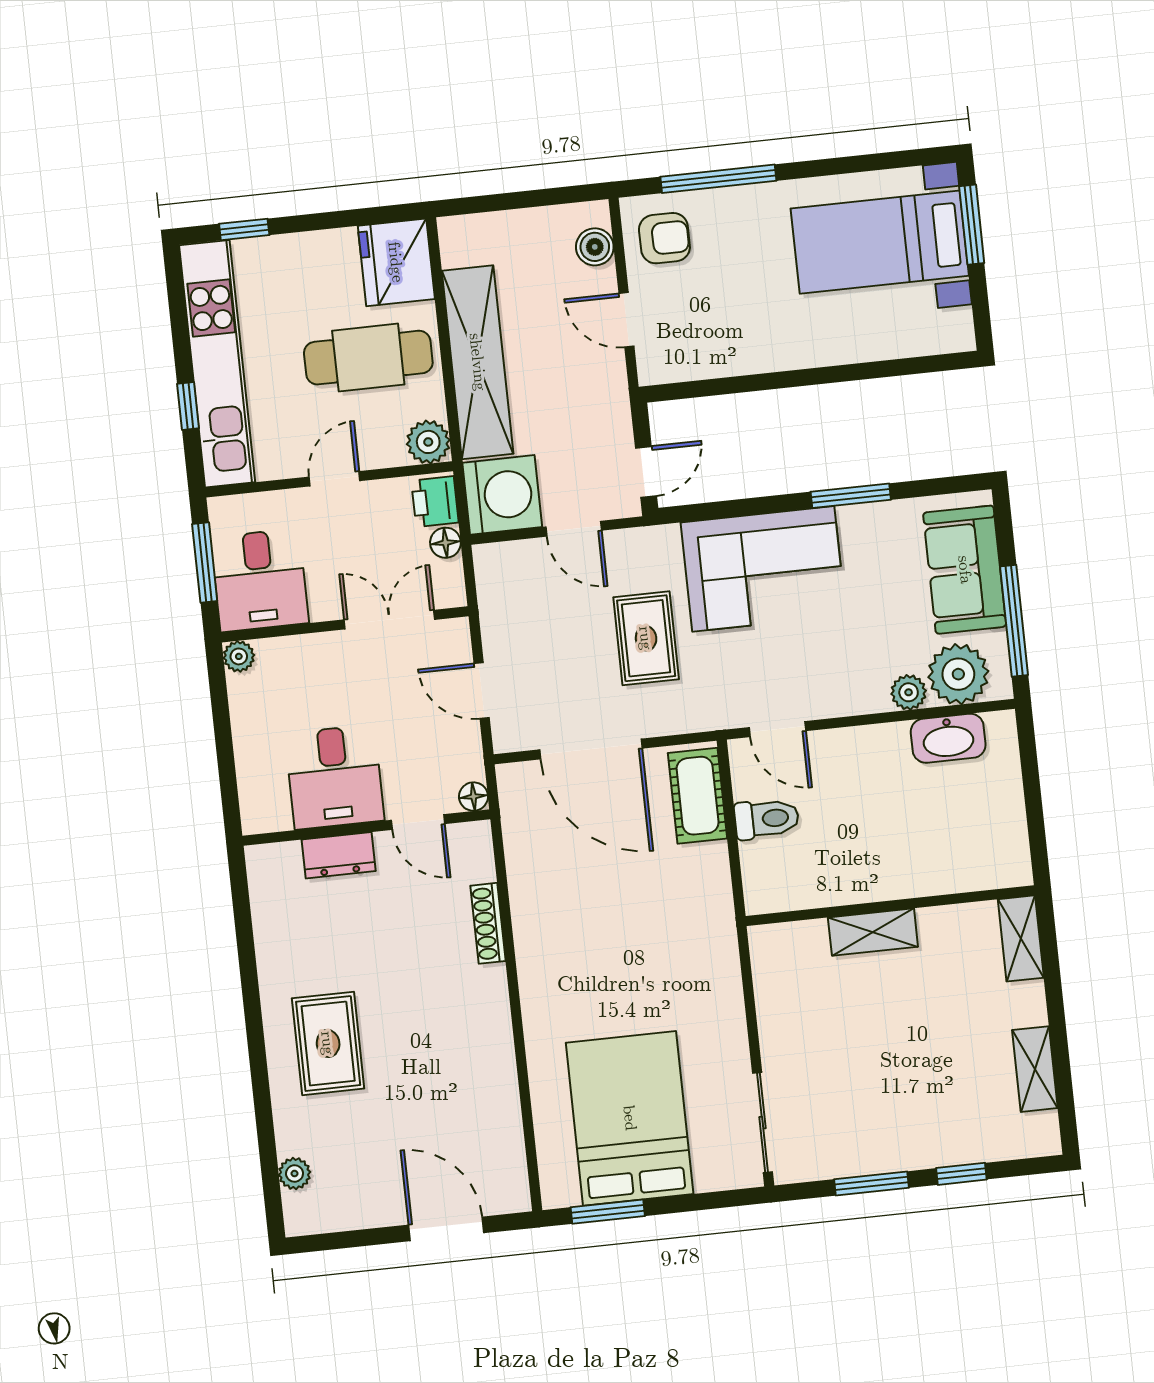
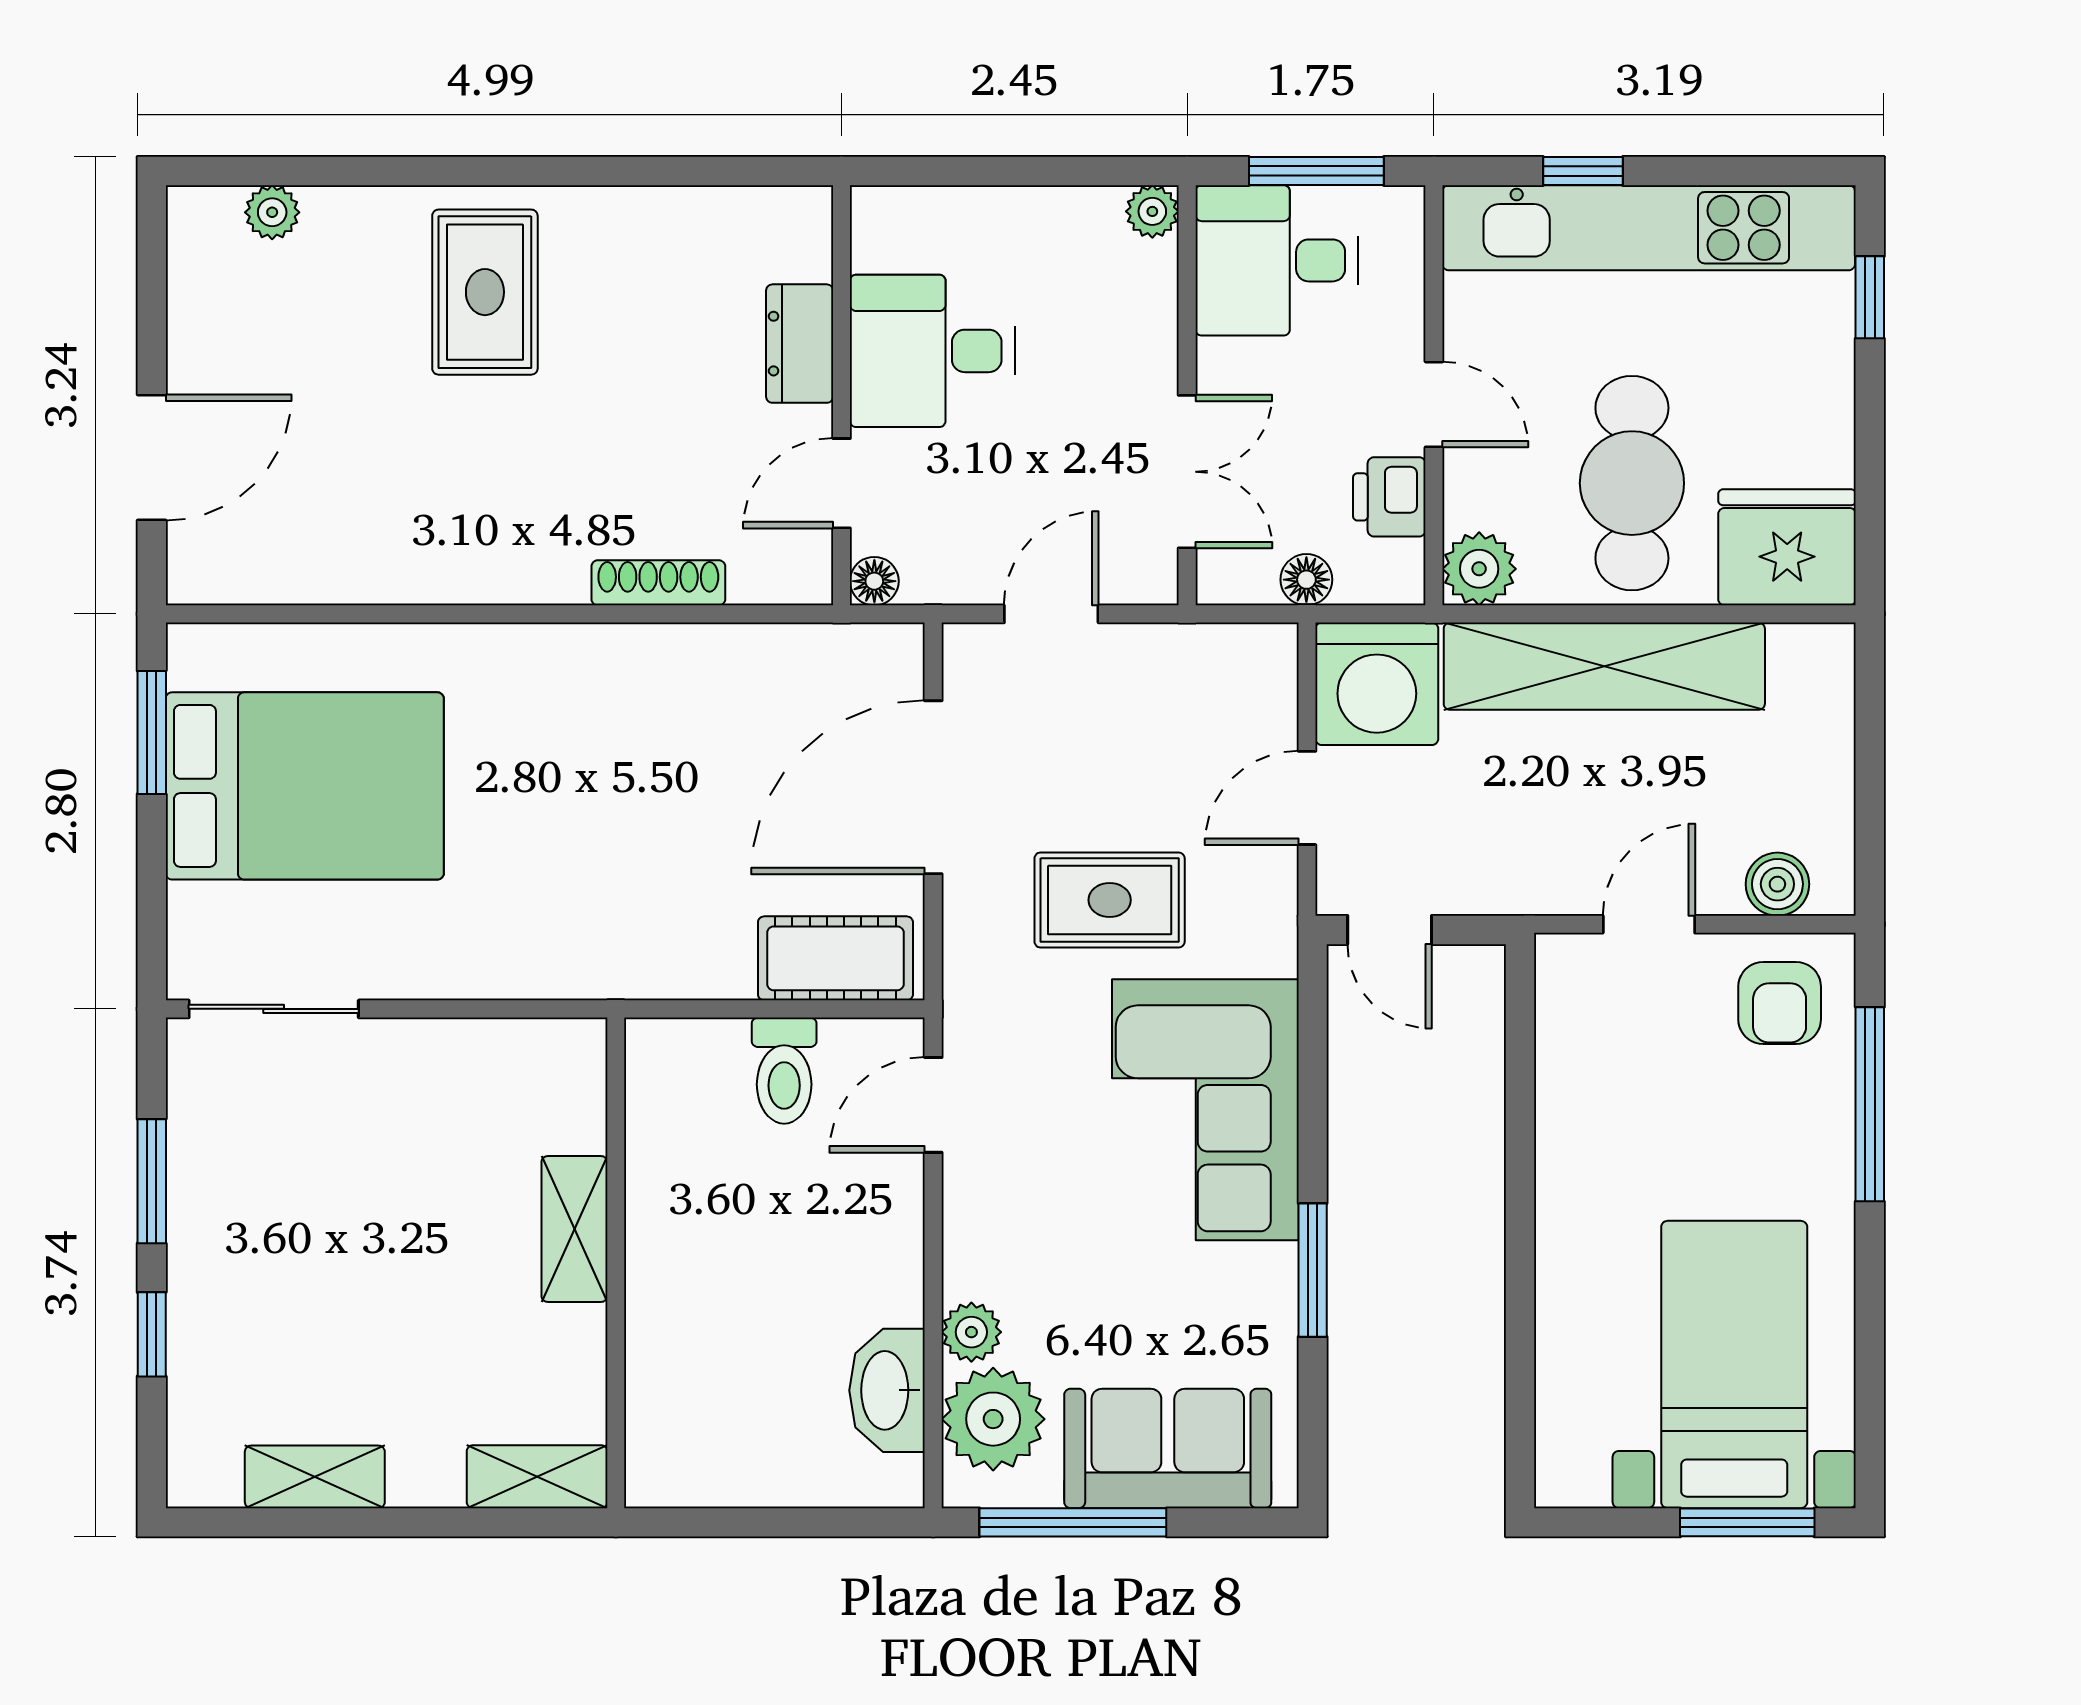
printer: (435, 502) -> (1389, 497), moved, turned -90
rug: (328, 1043) -> (485, 292), turned 90

